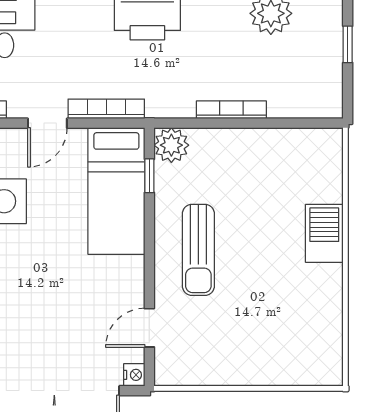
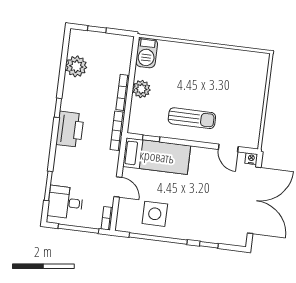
bookcase: (106, 109) -> (117, 131), moved
plant: (171, 145) -> (141, 89), moved
barbecue: (324, 233) -> (147, 53), moved, turned -90

